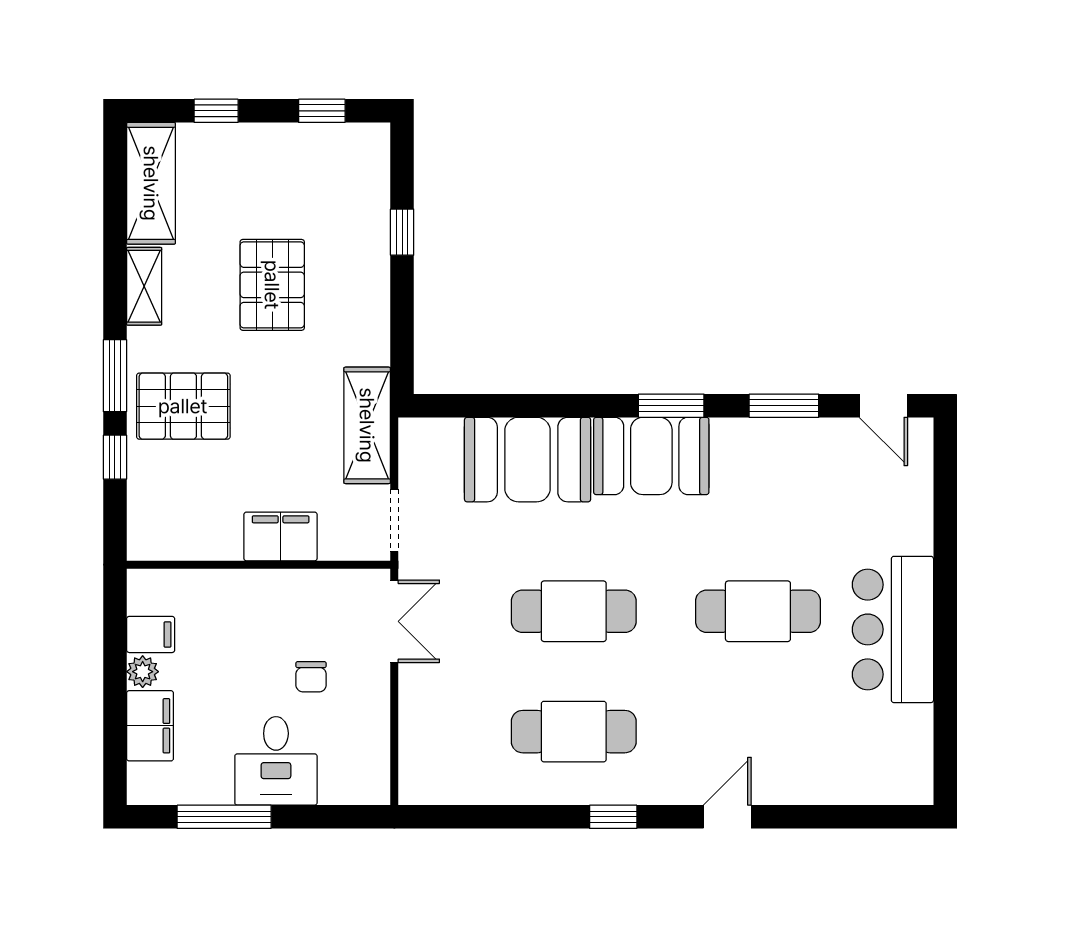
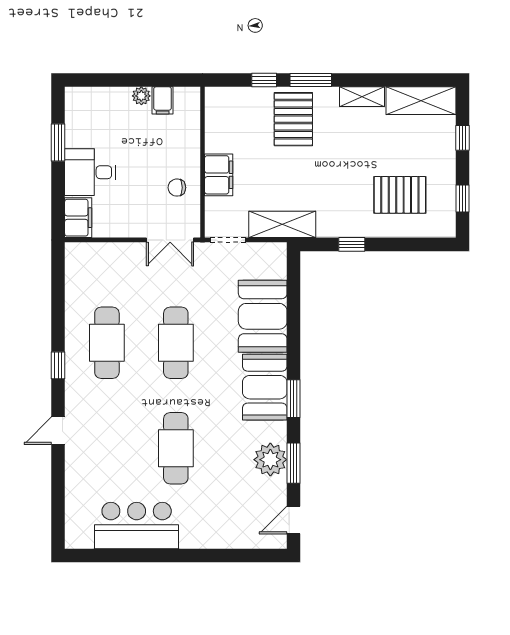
window: (402, 232) -> (352, 244), moved
pallet: (272, 285) -> (400, 195), moved
plant: (778, 446) -> (270, 460), added
bar counter: (893, 629) -> (137, 526), moved
chair: (311, 677) -> (177, 188), moved
filing cabinet: (150, 726) -> (78, 218), moved, turned -90
window: (224, 817) -> (58, 143), width x0.69
door: (727, 817) -> (58, 431), swing flipped

